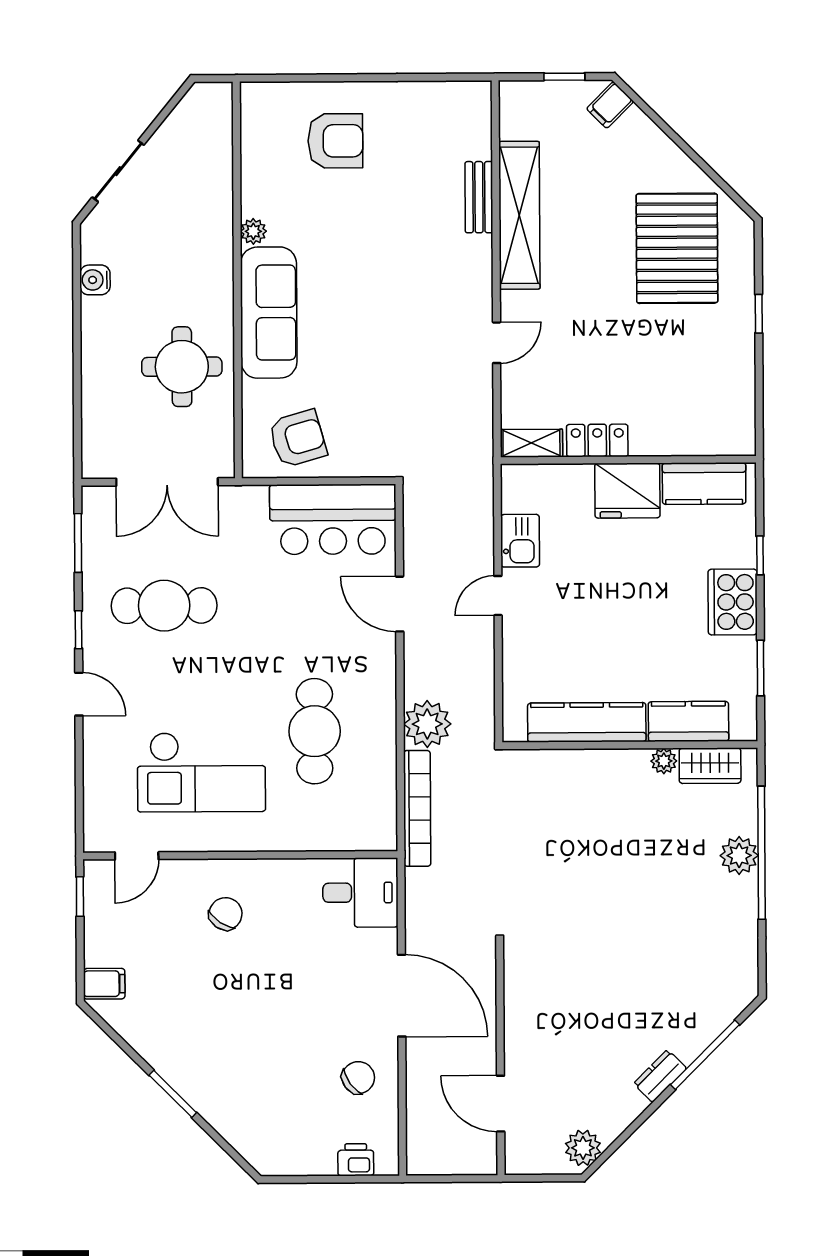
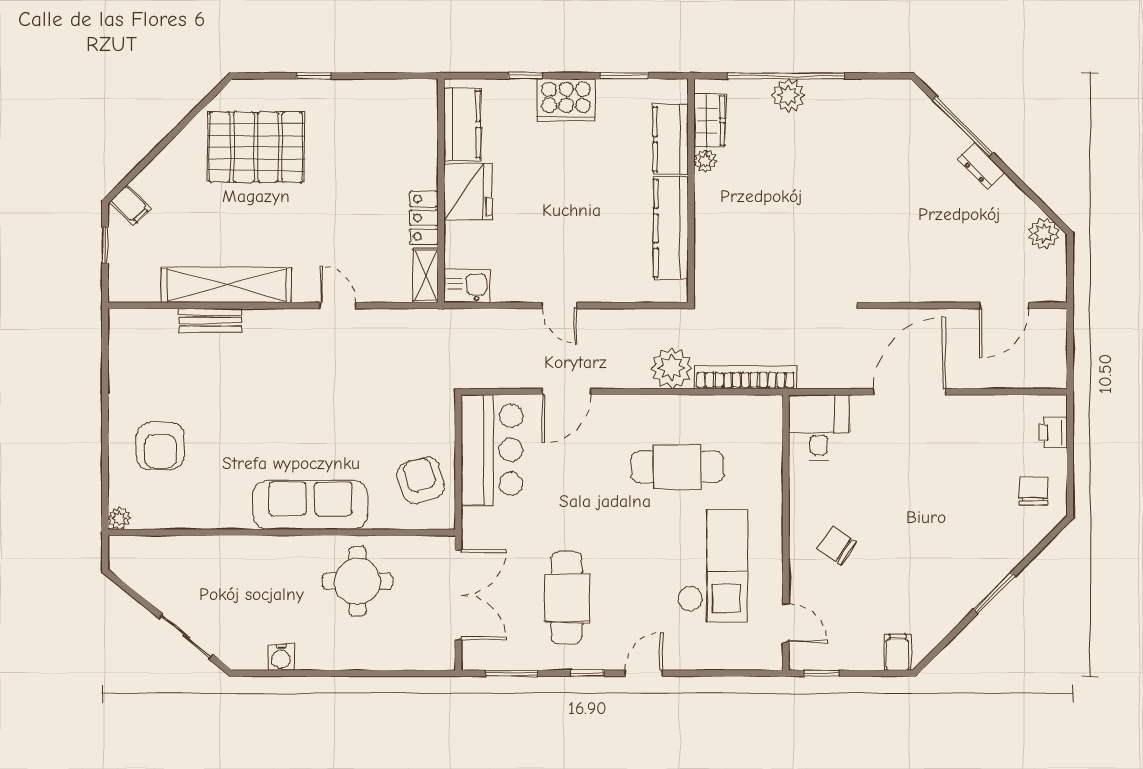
armchair: (335, 141) -> (160, 446), turned 180
plant: (253, 231) -> (119, 518), moved
kitchen sink: (520, 541) -> (467, 286), moved
chair: (358, 1078) -> (1033, 491), moved, turned 36

